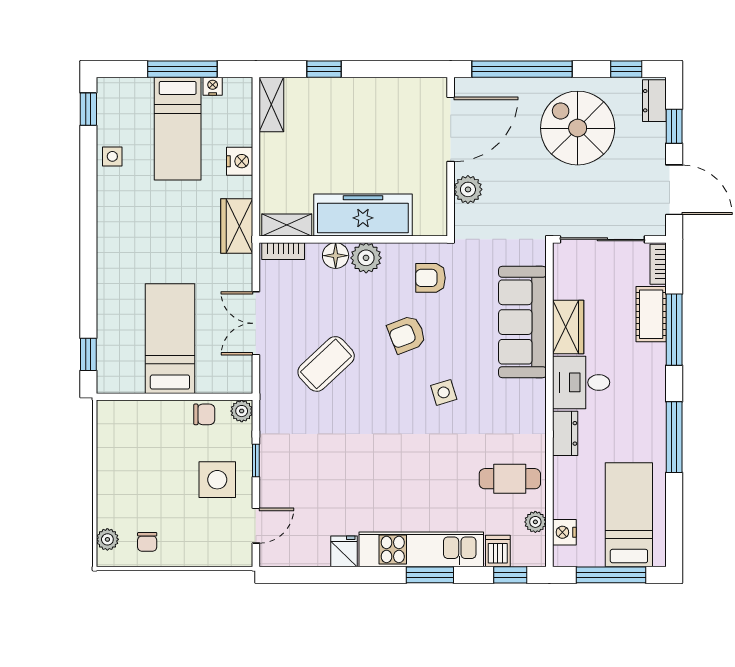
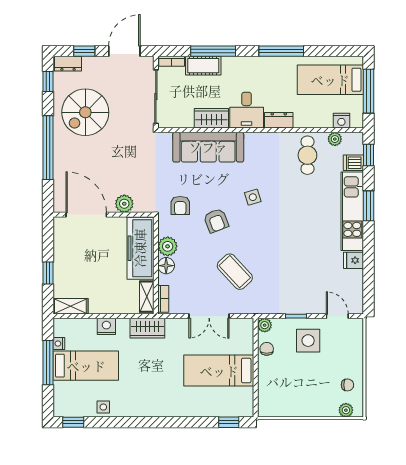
door: (451, 129) -> (86, 215), moved
wall: (451, 157) -> (103, 215), moved
plant: (468, 189) -> (124, 204), moved

